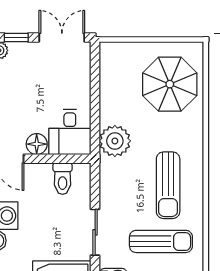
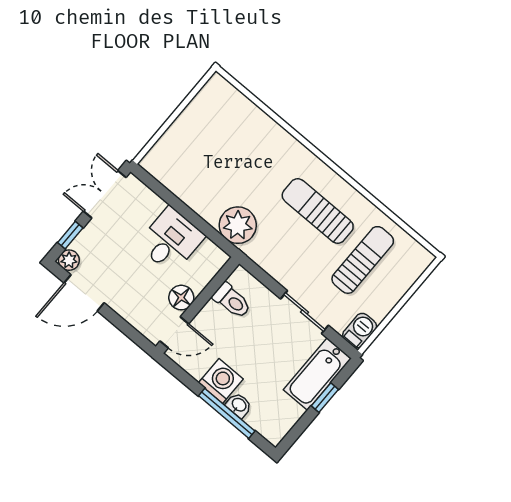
parasol: (170, 84) -> (228, 133), removed
desk: (70, 132) -> (171, 240), moved, turned -90
sun lounger: (168, 185) -> (318, 211), turned 180

